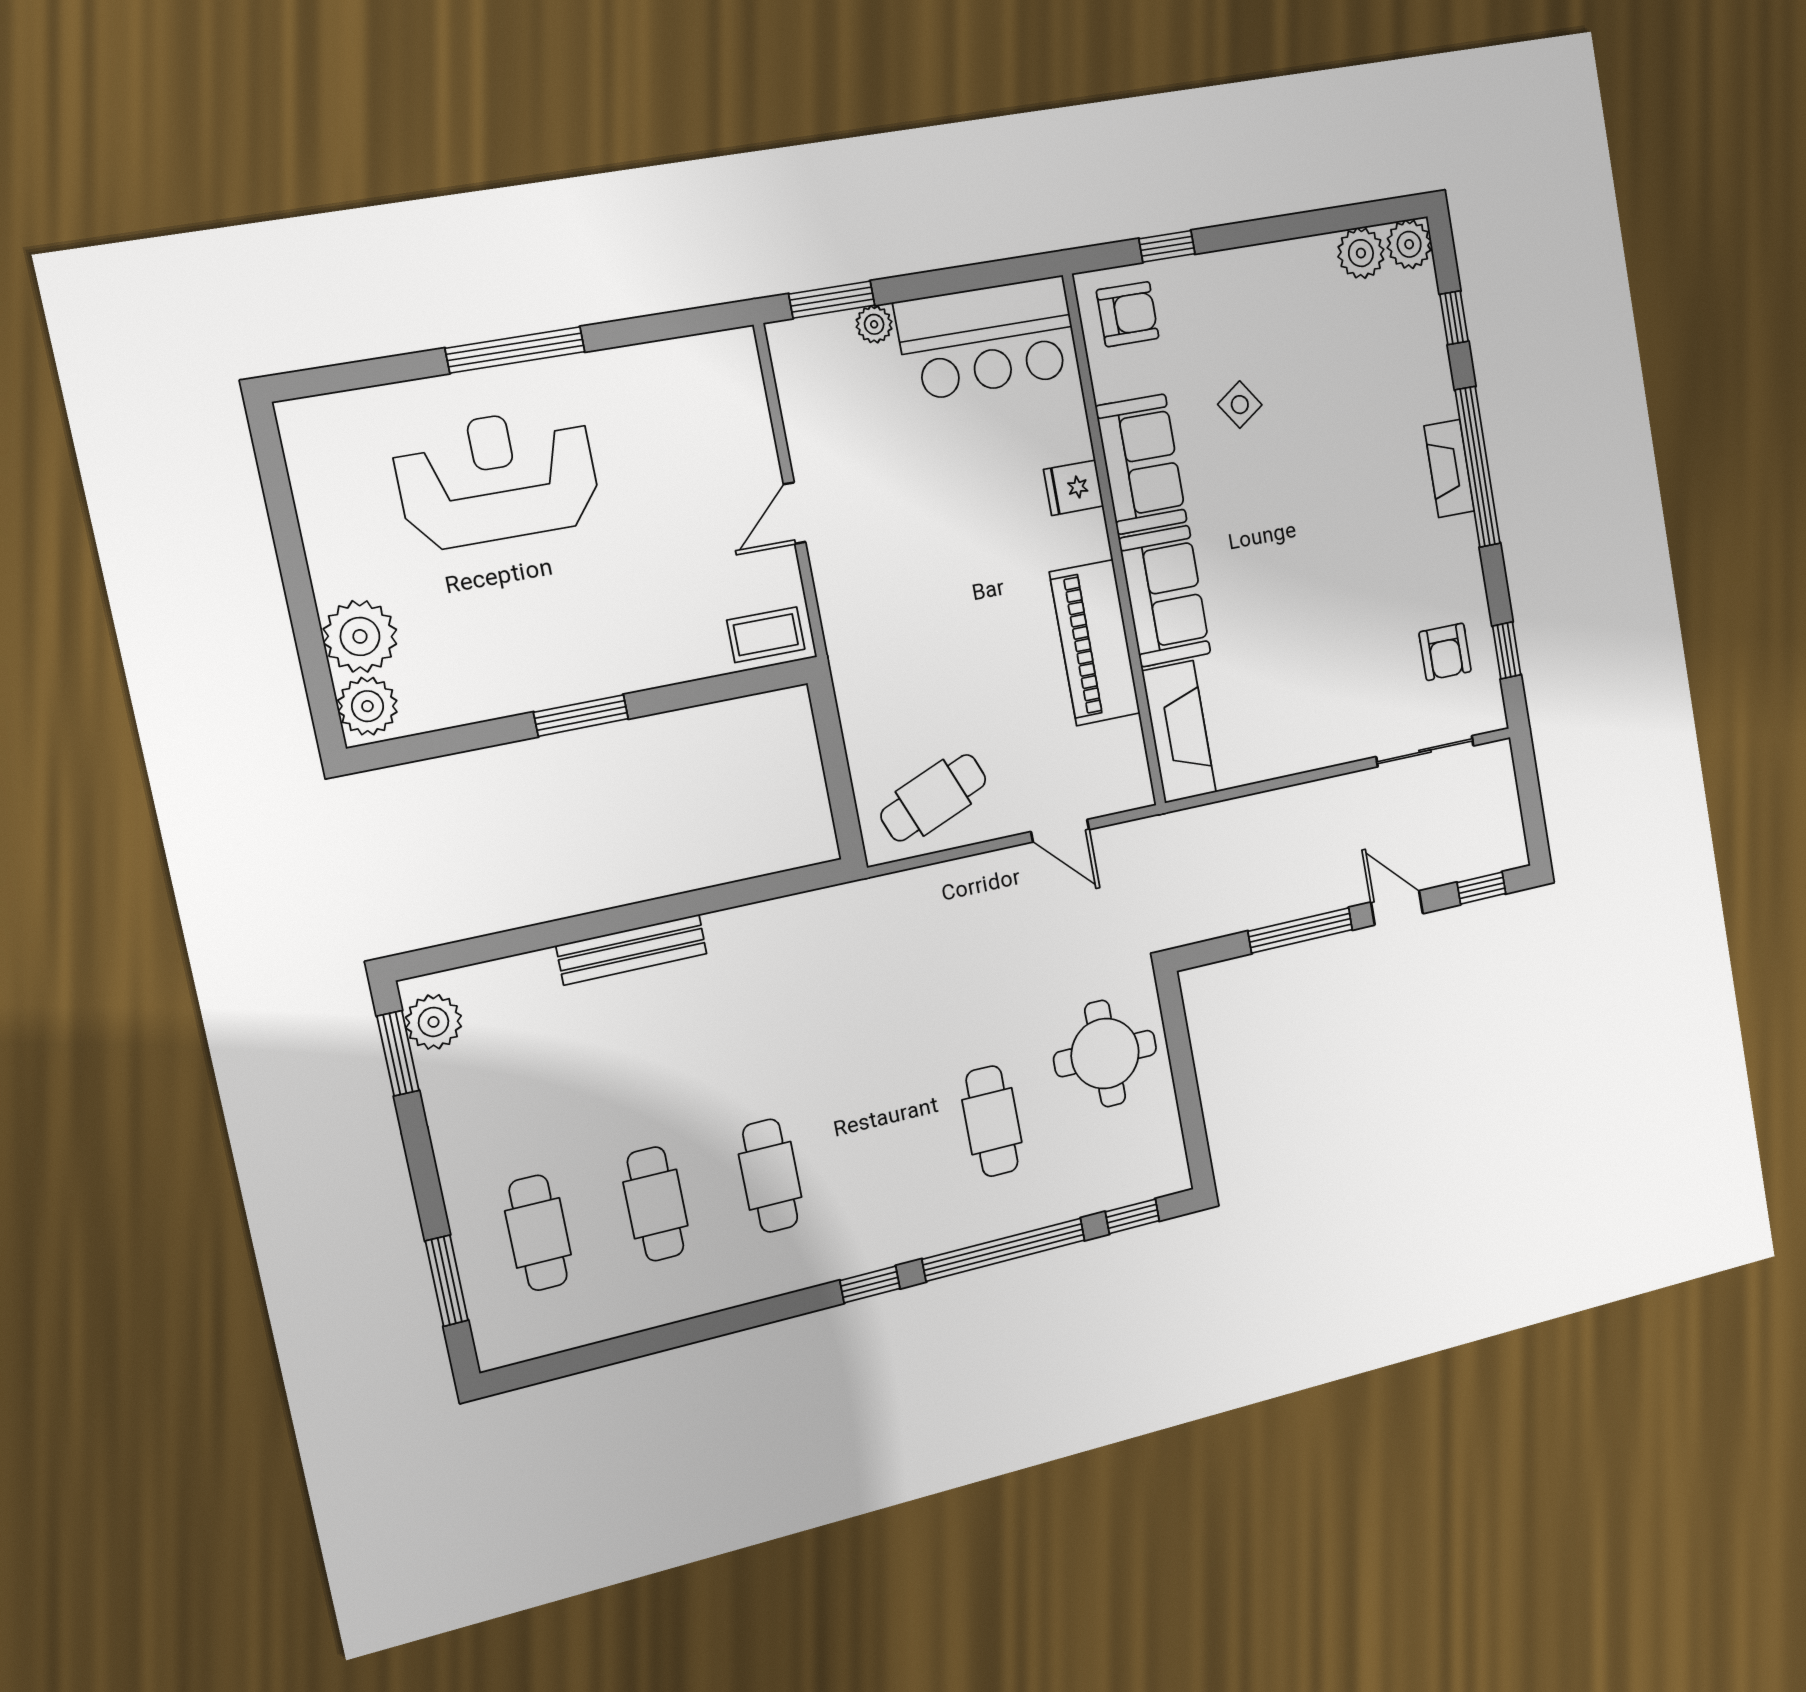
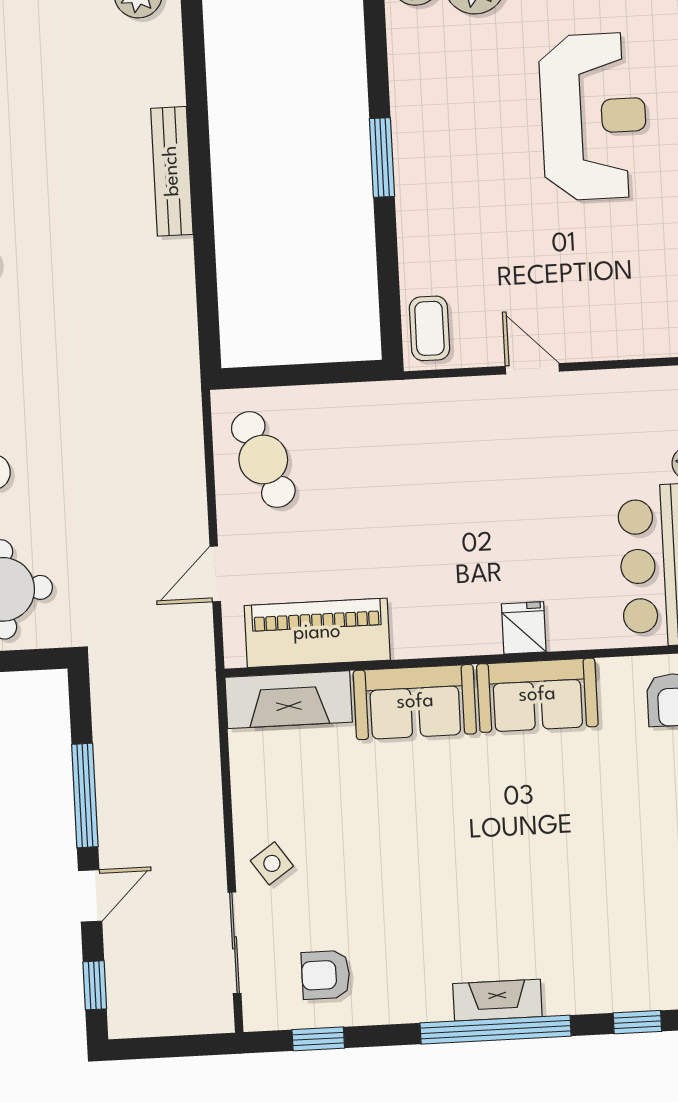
side table: (1240, 405) -> (272, 863), moved
piano: (1095, 643) -> (317, 633), moved

